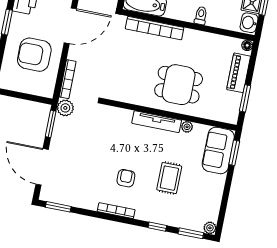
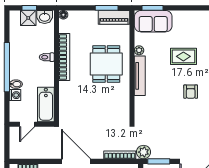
bookcase: (155, 28) -> (64, 57), moved
piano: (239, 73) -> (114, 17), moved
armchair: (126, 178) -> (191, 92), turned -90

